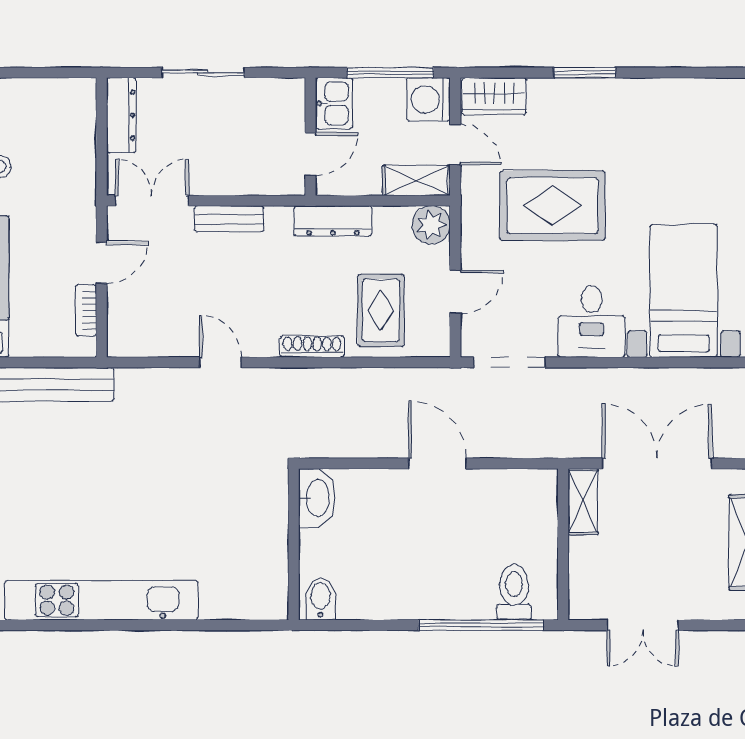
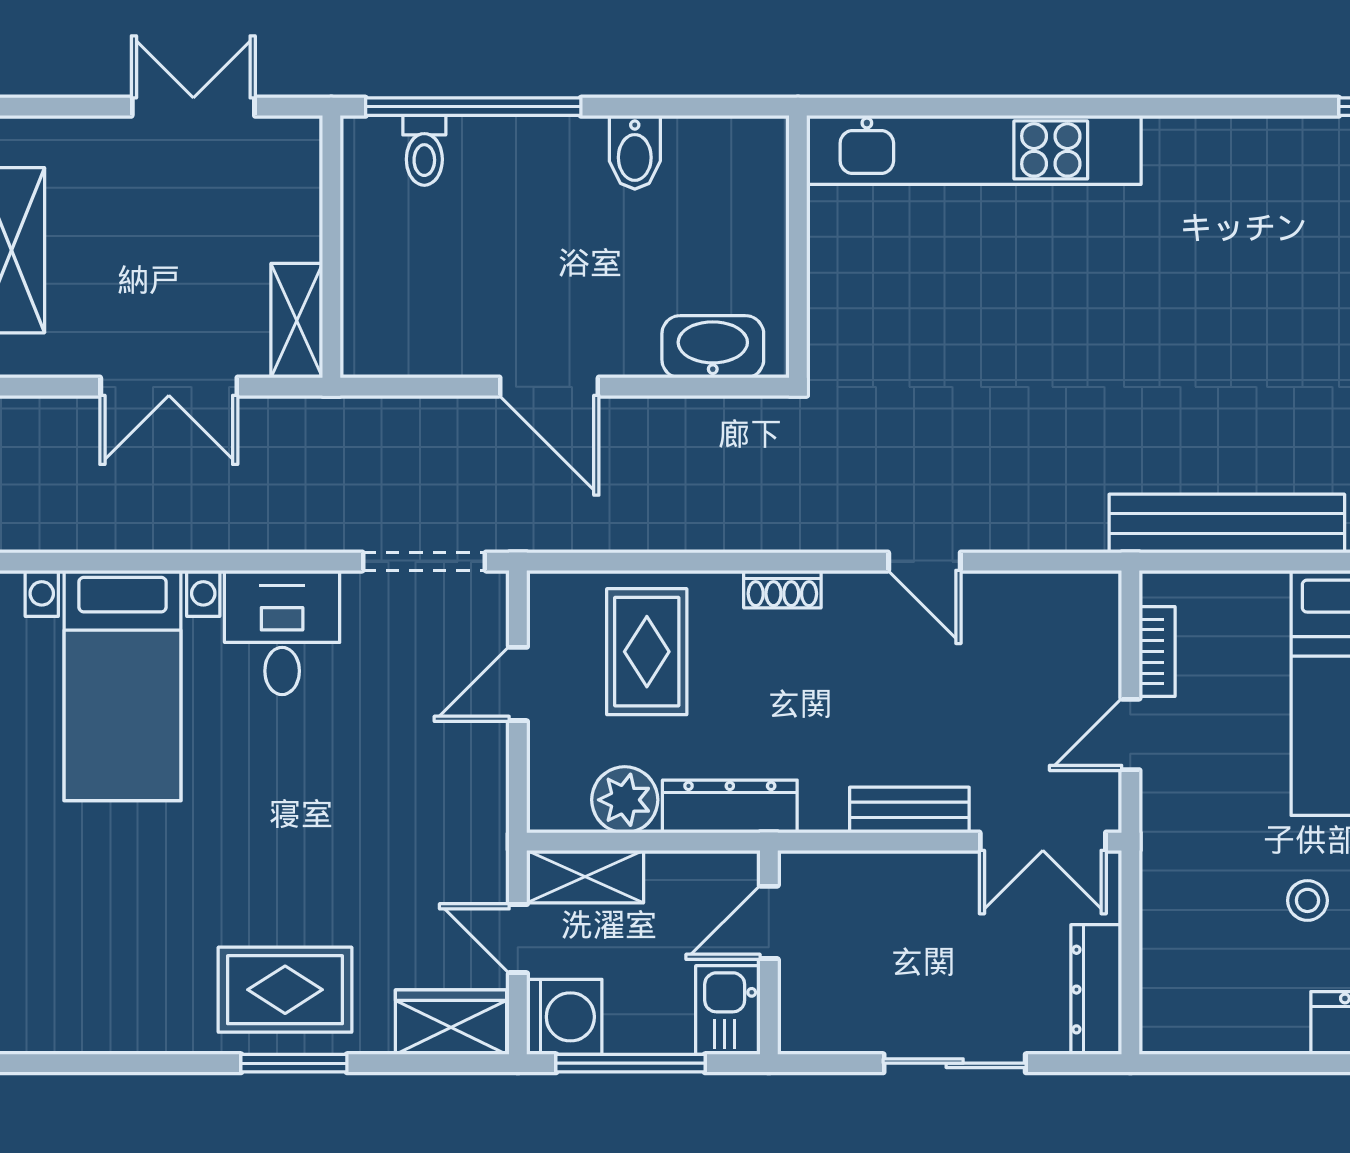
rug: (552, 206) -> (285, 990), moved, width x0.73, depth x0.70
plant: (431, 225) -> (625, 800), moved
shoe rack: (312, 346) -> (782, 589), width x0.70
double door: (657, 463) -> (169, 387), width x0.73
washbasin: (317, 498) -> (713, 347), moved, turned 90
toilet: (514, 592) -> (424, 150), width x0.73, depth x0.72
bidet: (320, 599) -> (635, 152), moved
kitchen unit: (101, 600) -> (974, 150), moved

